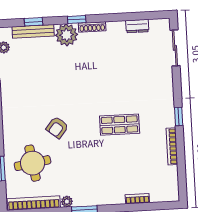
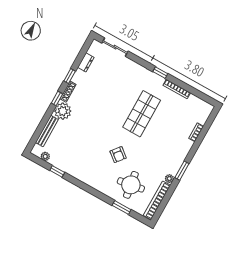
window: (34, 22) -> (70, 76), moved
shop shelf: (120, 125) -> (142, 114), width x1.43, depth x1.36

